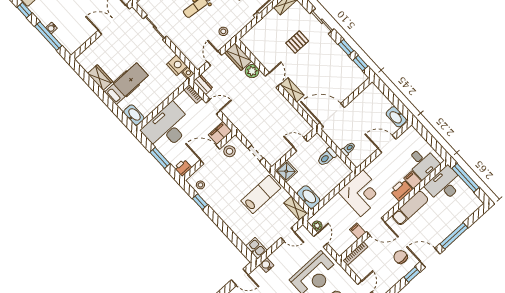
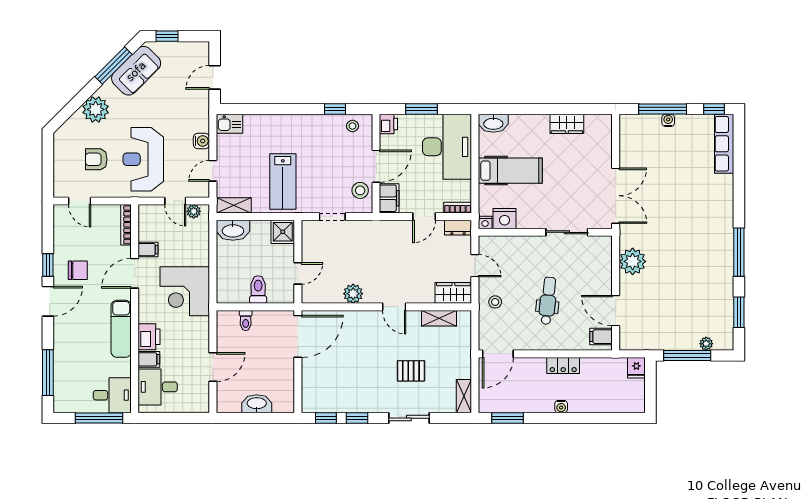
pallet: (297, 42) -> (411, 371), turned 90
plant: (252, 71) -> (353, 294), moved
hospital bed: (126, 84) -> (510, 171), moved, turned -90
shelving: (292, 90) -> (439, 318), moved
washbasin: (396, 117) -> (257, 404), moved
desk: (444, 185) -> (112, 395), width x0.73
window: (454, 236) -> (48, 373), moved
water cooler: (266, 265) -> (201, 141), moved

